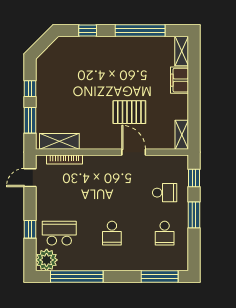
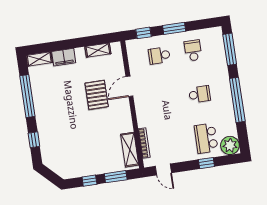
shelving: (182, 135) -> (98, 50), moved
school desk: (165, 193) -> (159, 55), turned -90
school desk: (165, 233) -> (193, 50), turned -90
window: (77, 277) -> (237, 100), moved

